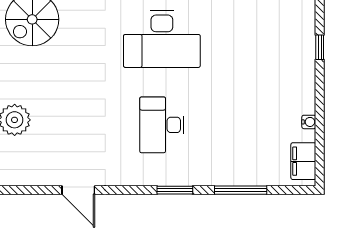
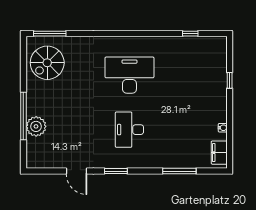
desk: (162, 39) -> (129, 75), turned 180
window: (175, 190) -> (116, 171), moved

